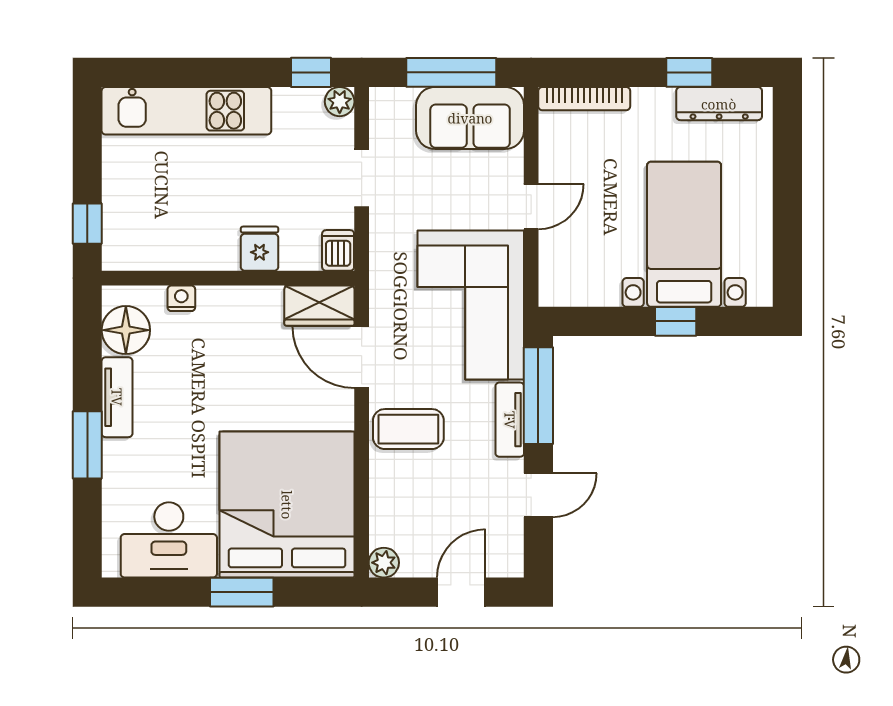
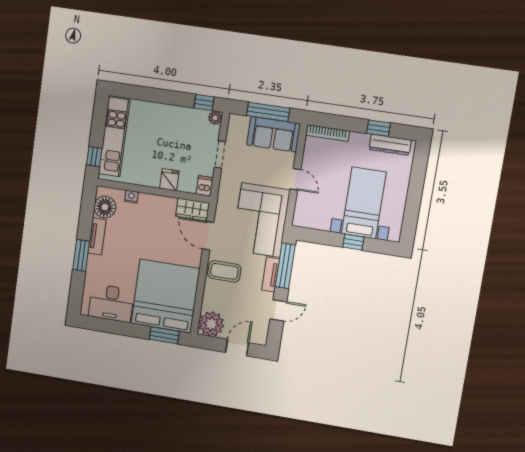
kitchen unit: (186, 111) -> (114, 137), moved, turned -90
door: (531, 206) -> (295, 179), hinge flipped
plant: (384, 563) -> (211, 324), width x1.88, depth x1.88
window: (242, 592) -> (164, 335), moved

